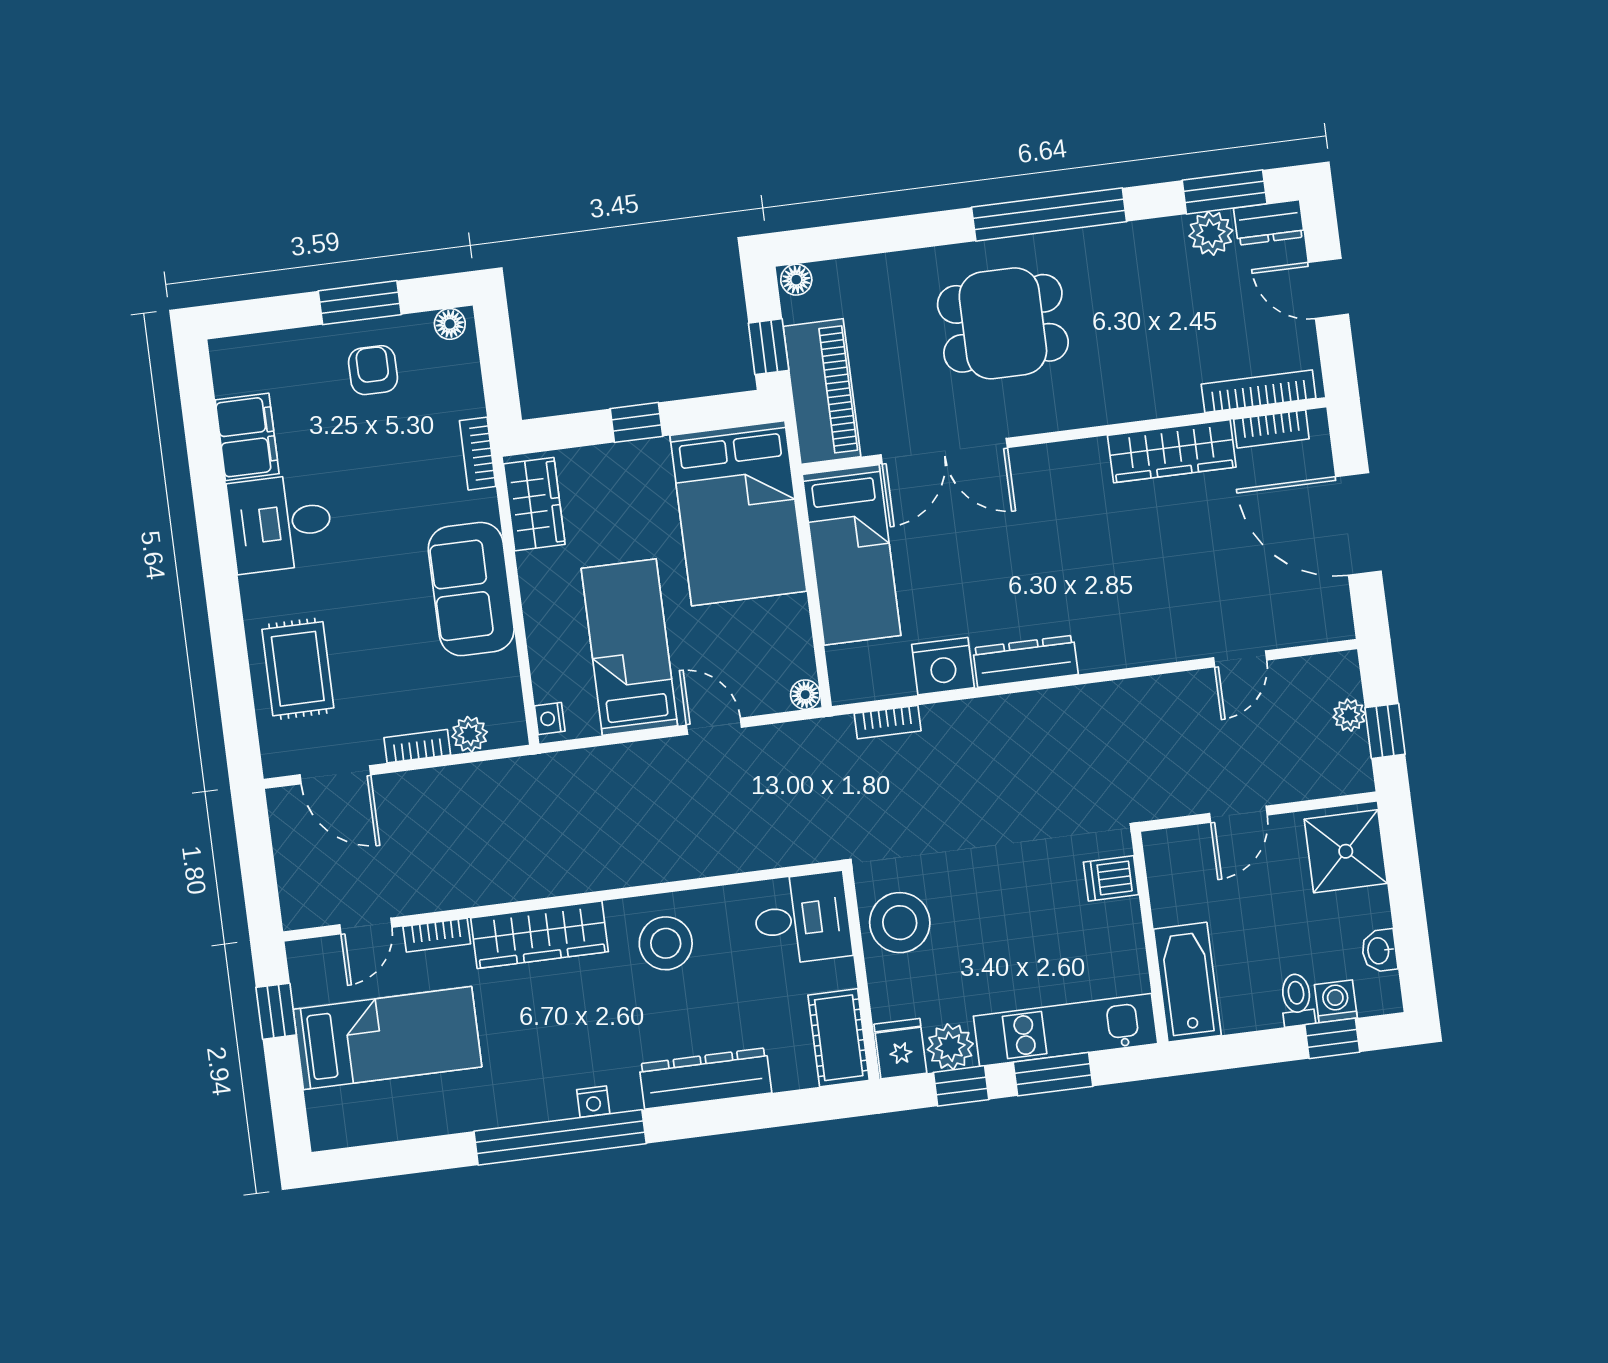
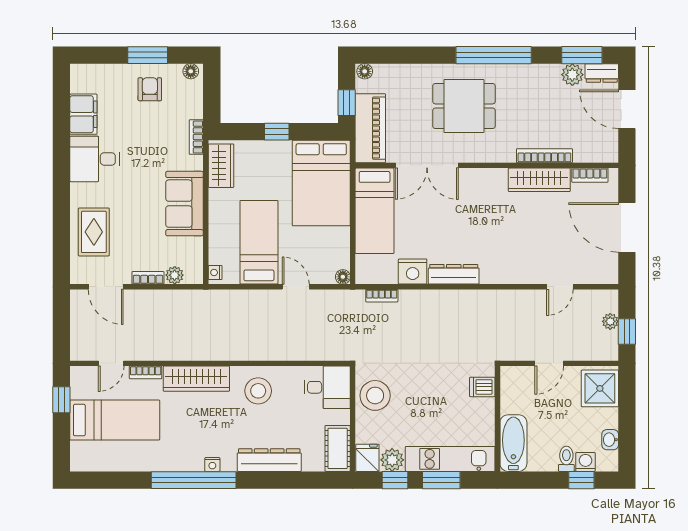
door: (1328, 288) -> (627, 109), width x1.38
bookcase: (1259, 391) -> (544, 156), moved

